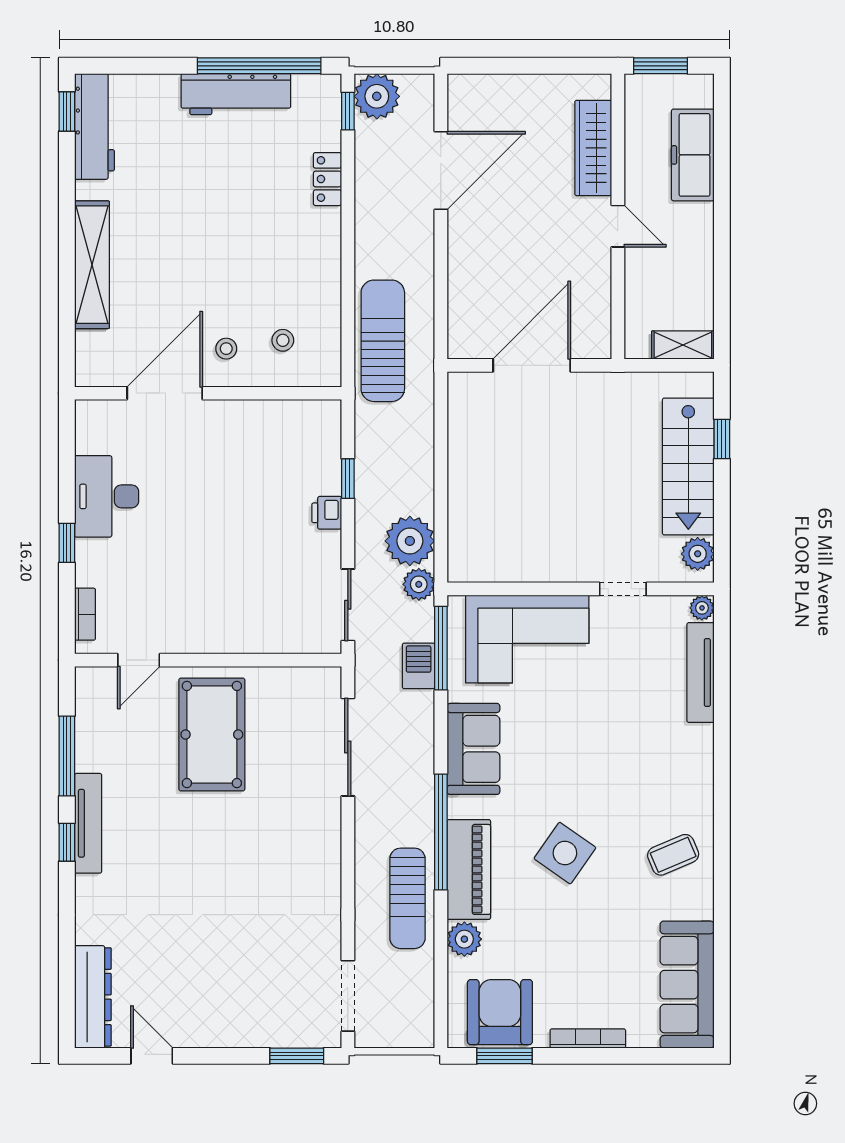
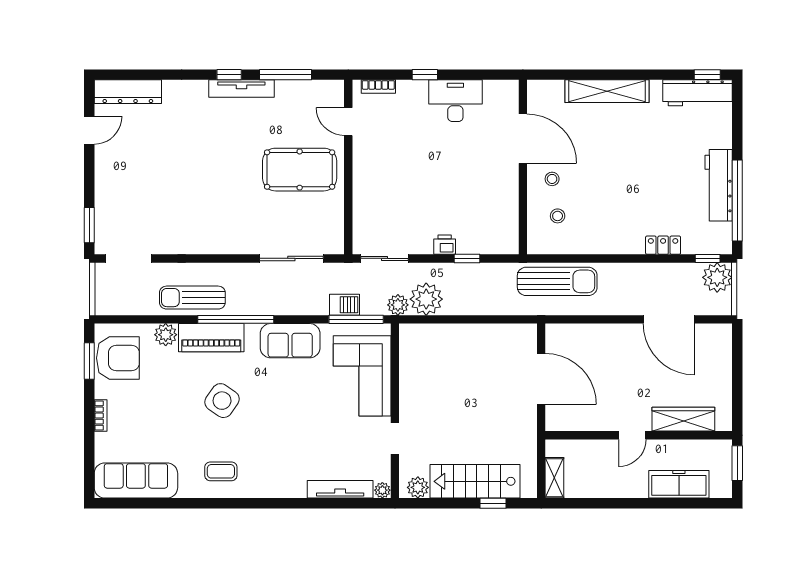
coffee table: (673, 855) -> (221, 471), turned -67
bookcase: (588, 1039) -> (101, 416), width x0.64

